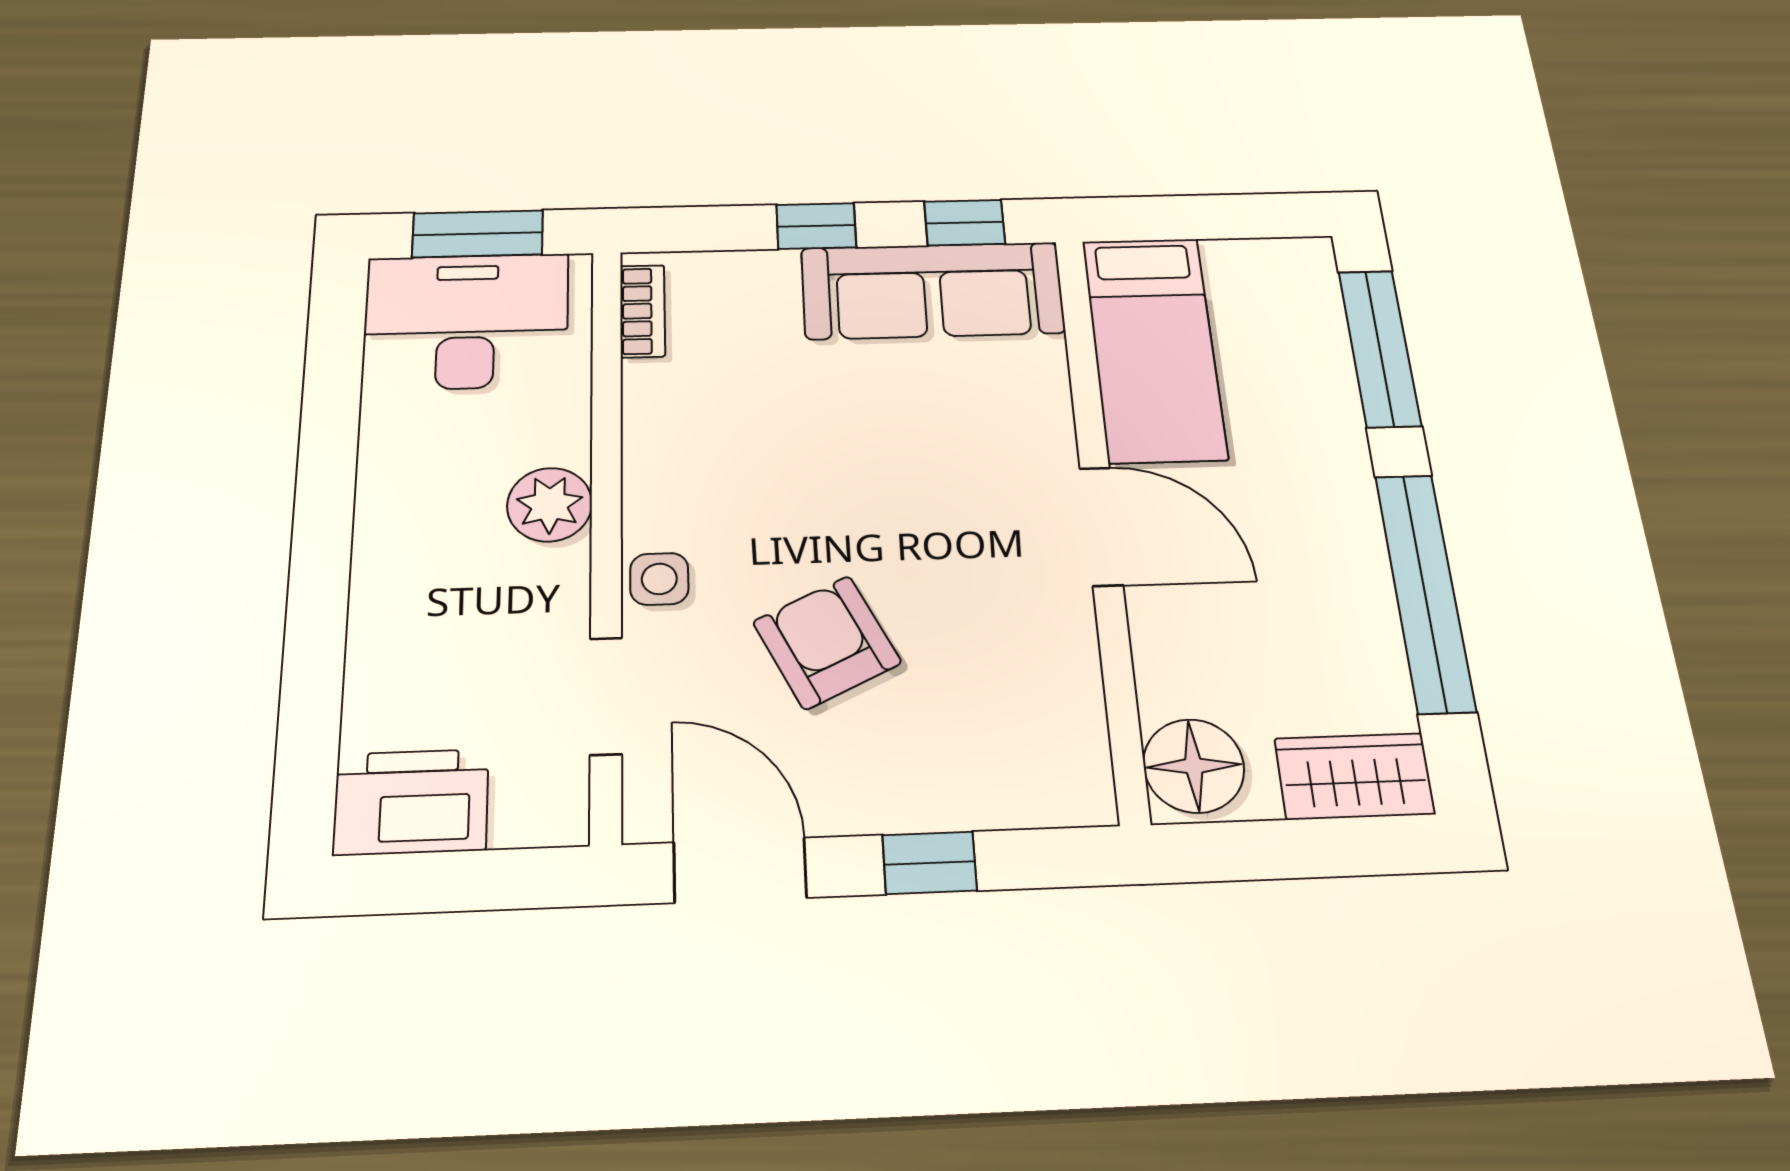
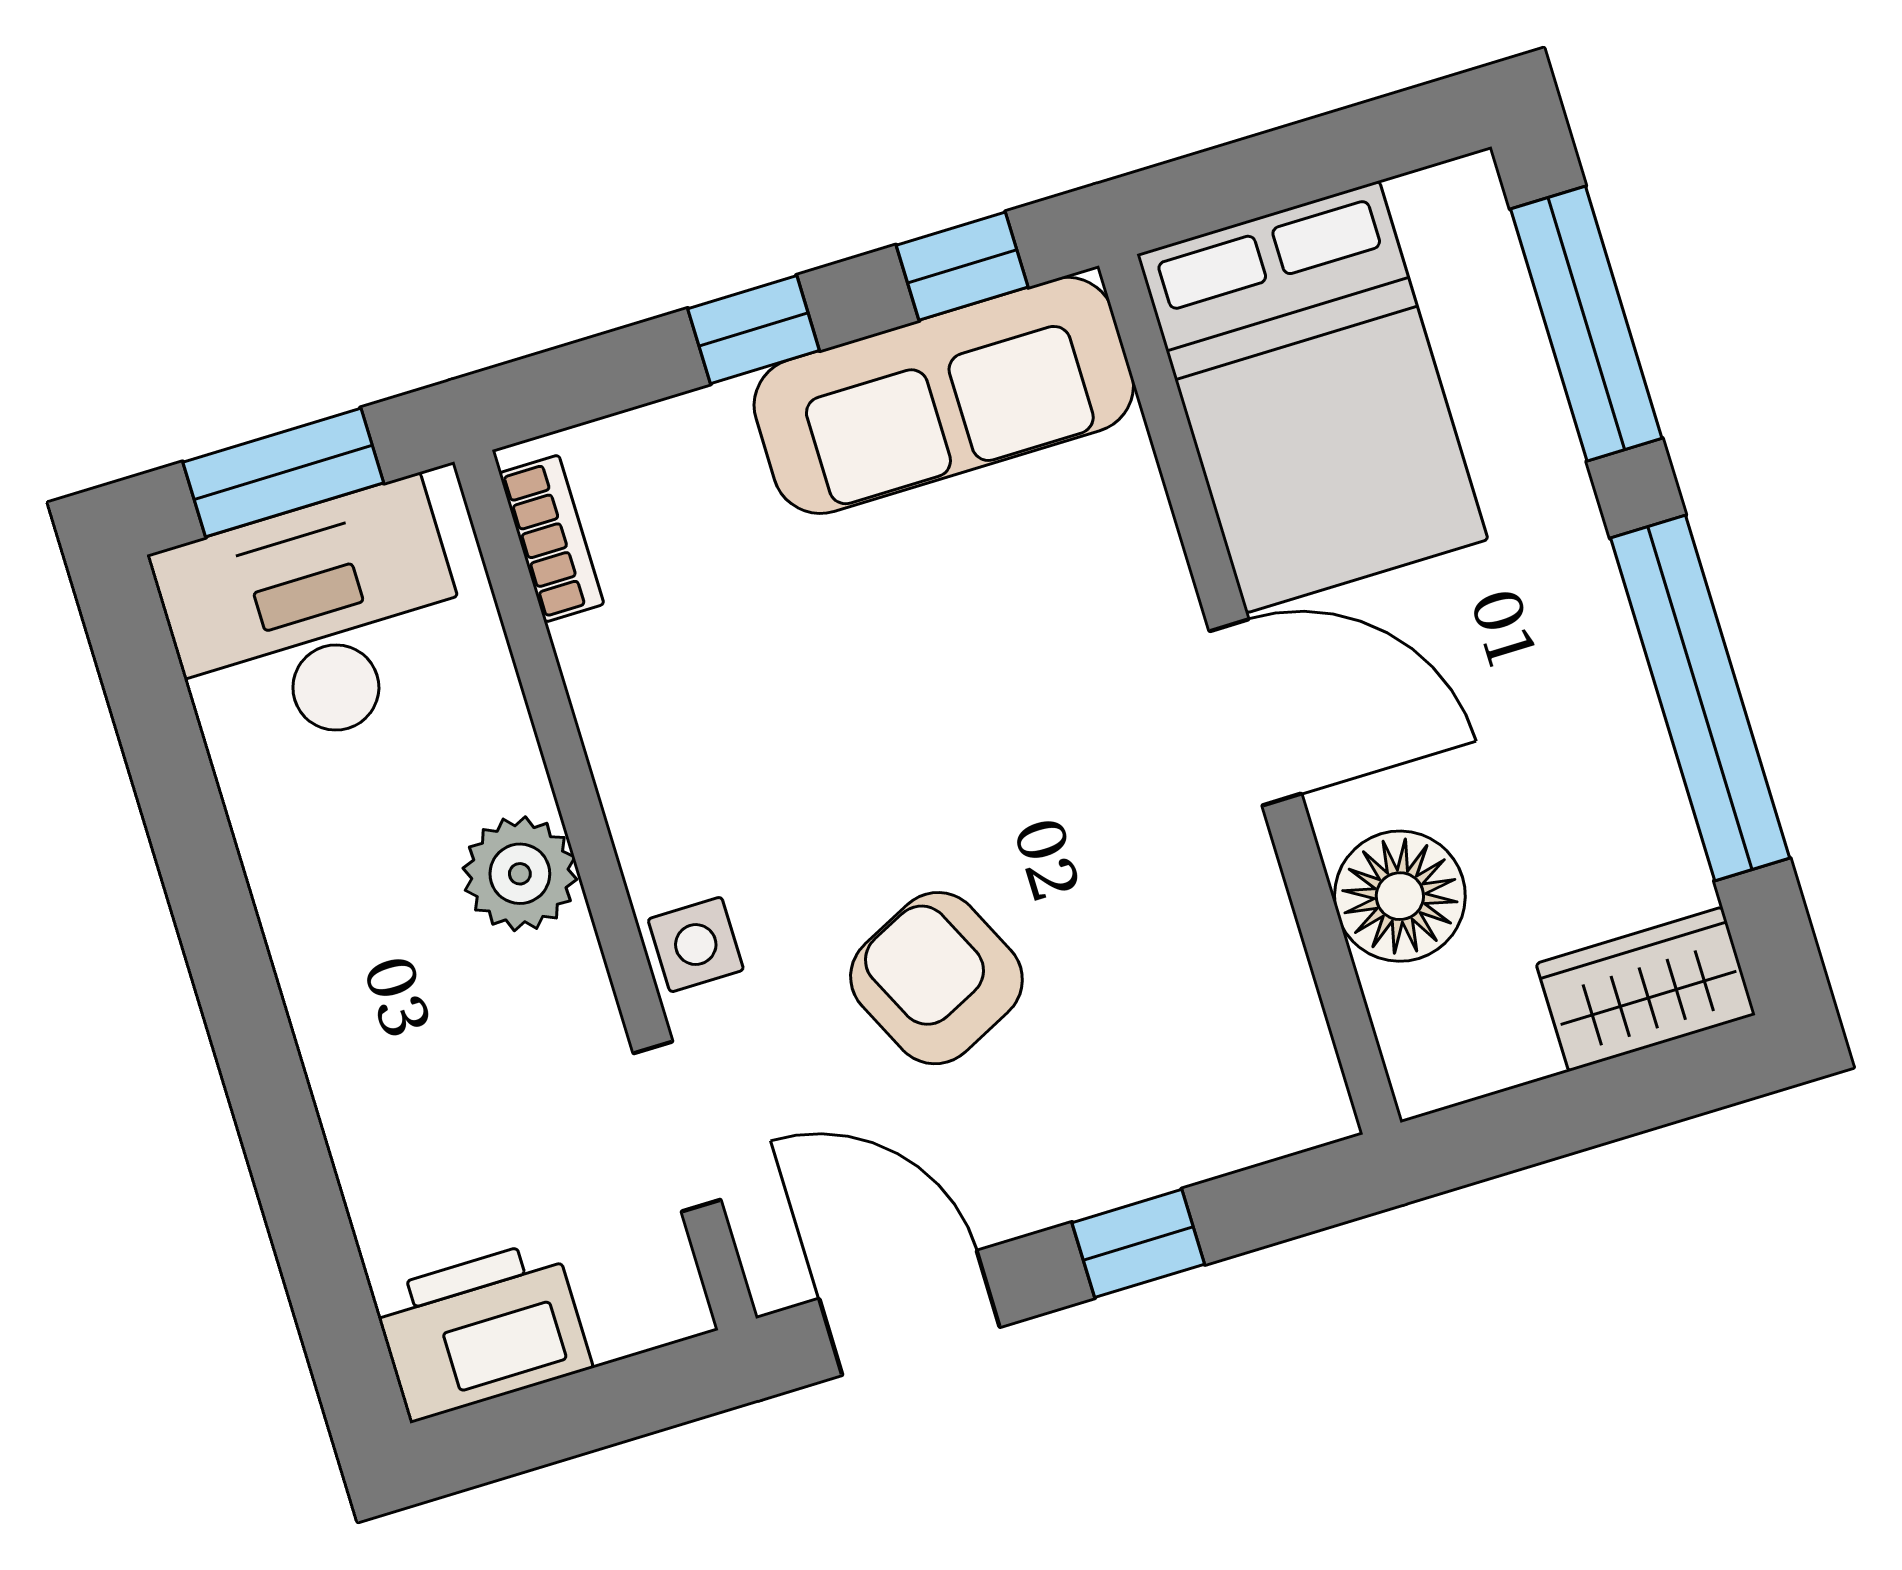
bed: (1154, 348) -> (1312, 397), width x1.50
floor lamp: (1194, 766) -> (1400, 896), moved

